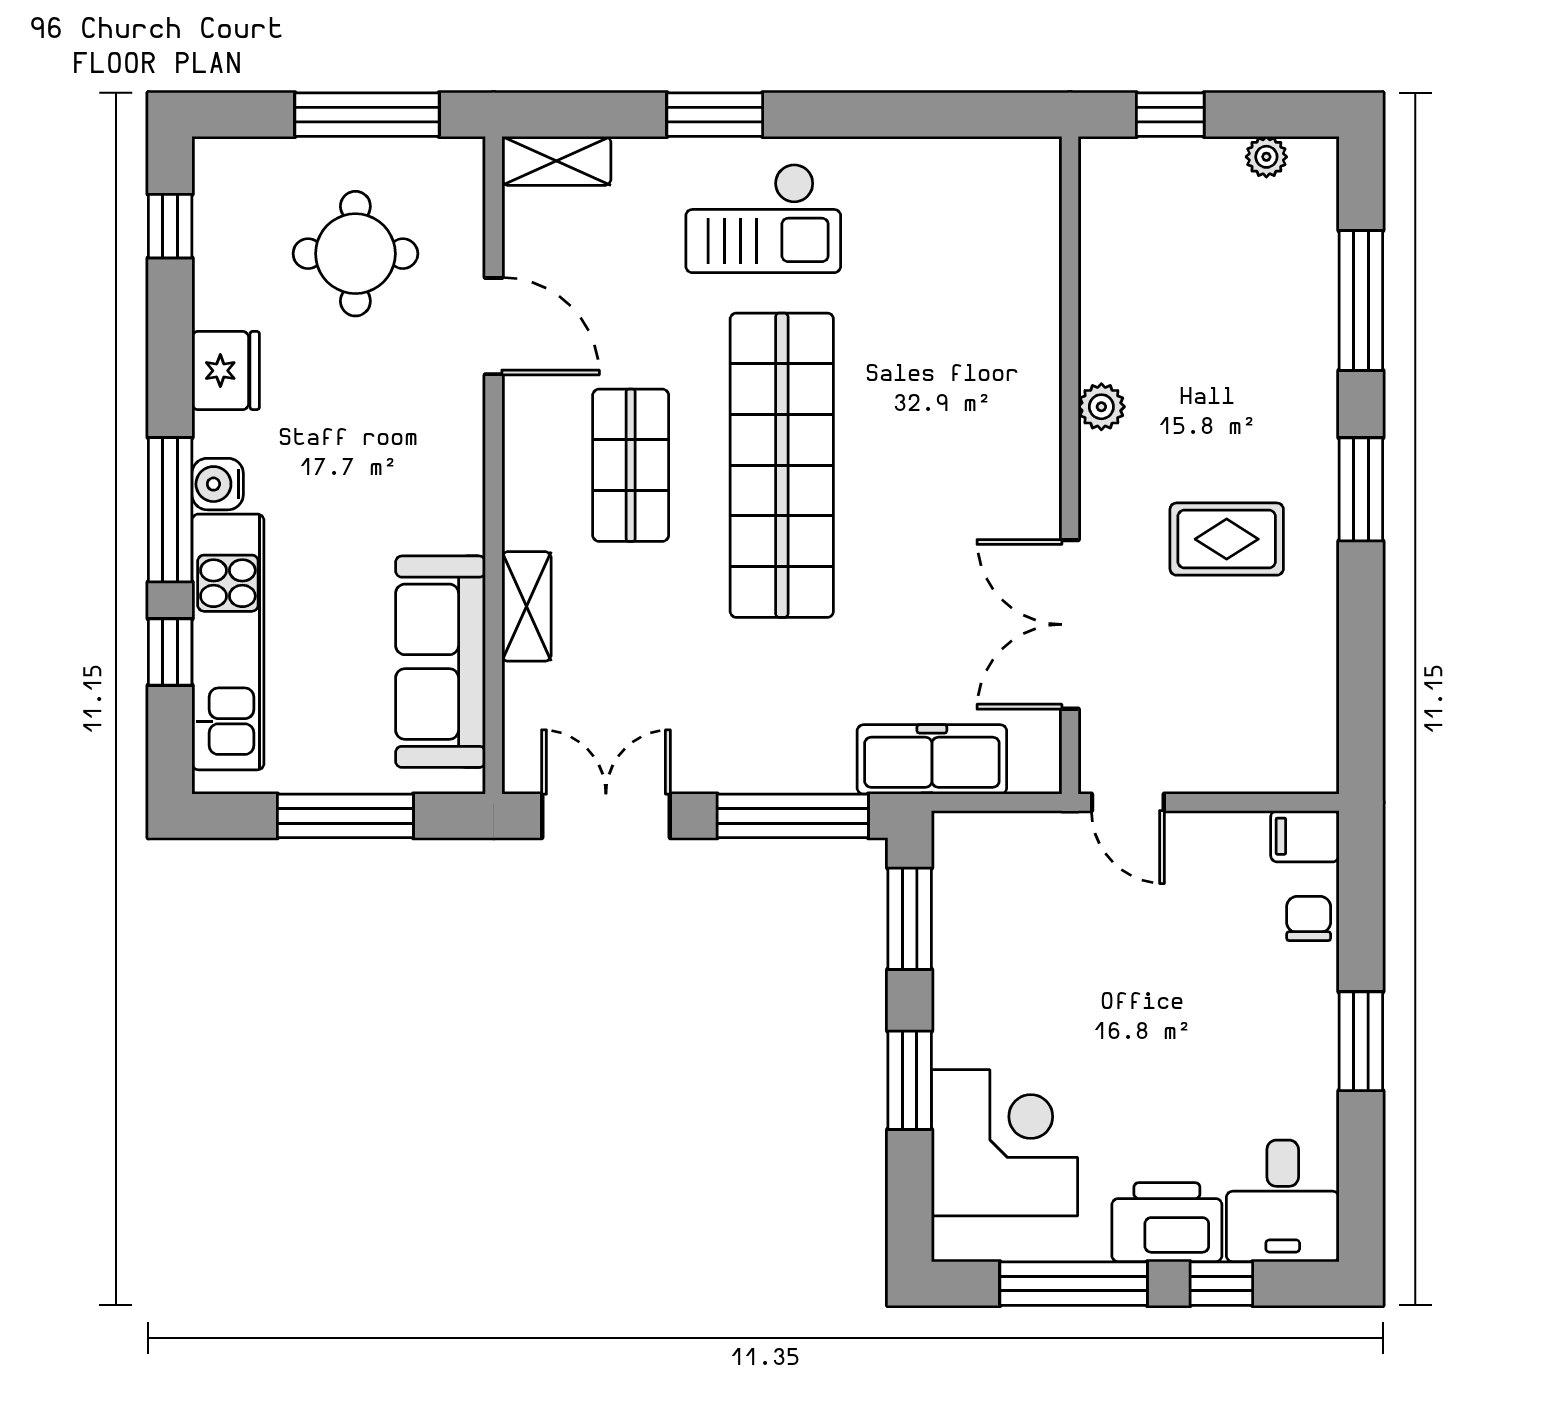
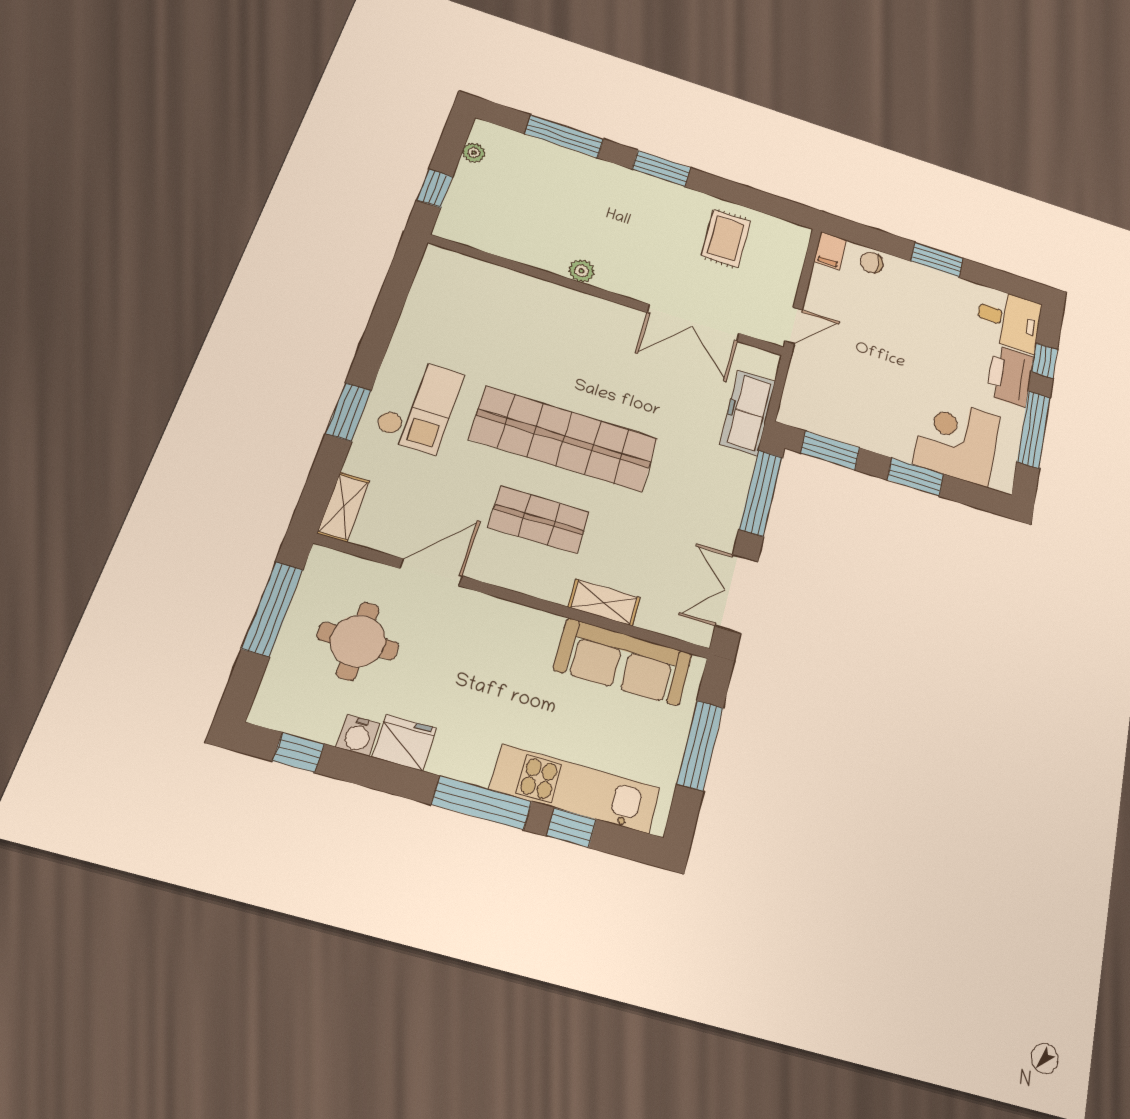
water cooler: (218, 484) -> (358, 735), moved
rug: (1227, 539) -> (726, 238), moved

